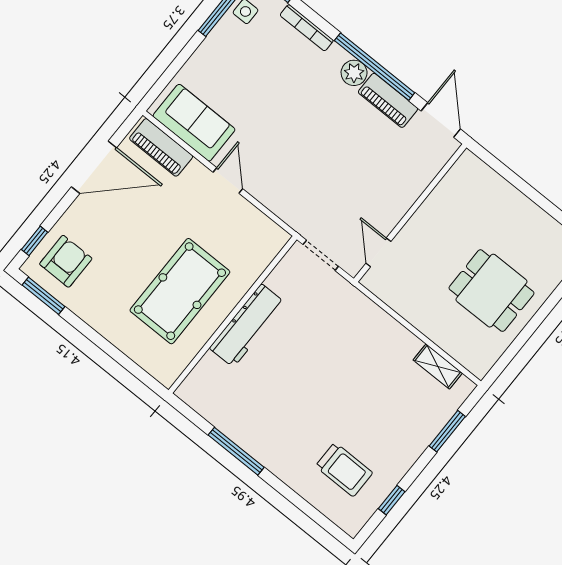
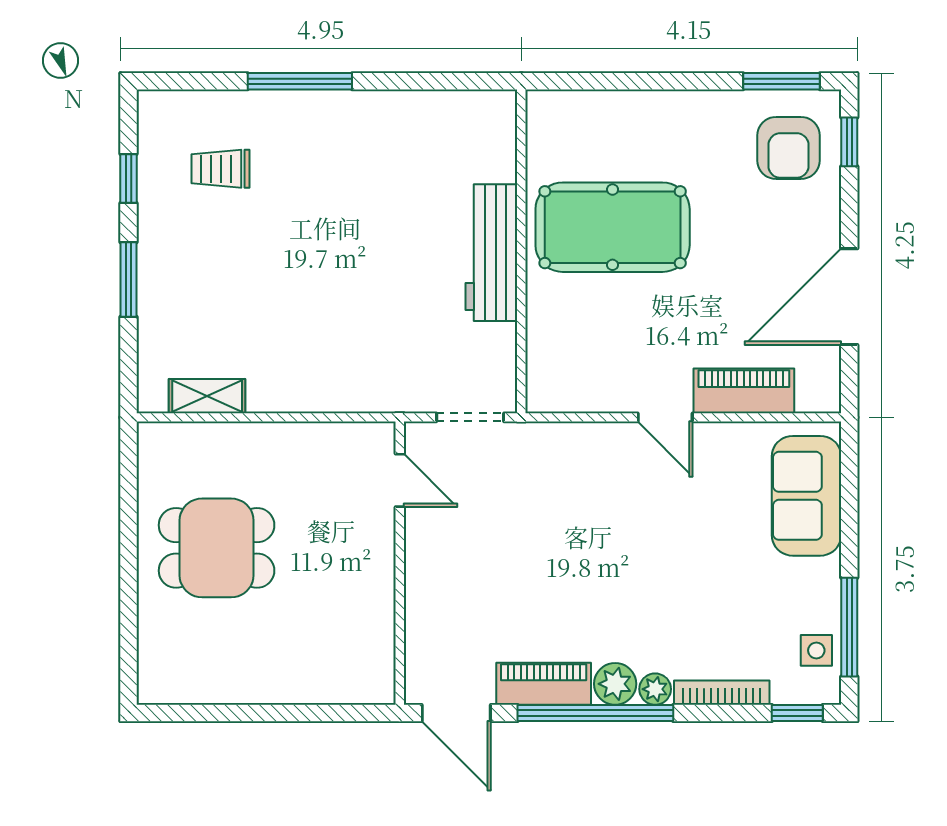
plant: (337, 55) -> (655, 689), added
sofa: (194, 123) -> (806, 496), moved, turned 90
piano: (161, 147) -> (744, 391), moved
pool table: (180, 291) -> (613, 227), turned 90
window: (447, 431) -> (128, 280), moved
window: (236, 451) -> (300, 81), moved
trolley: (344, 470) -> (220, 169), width x0.73, depth x0.72

